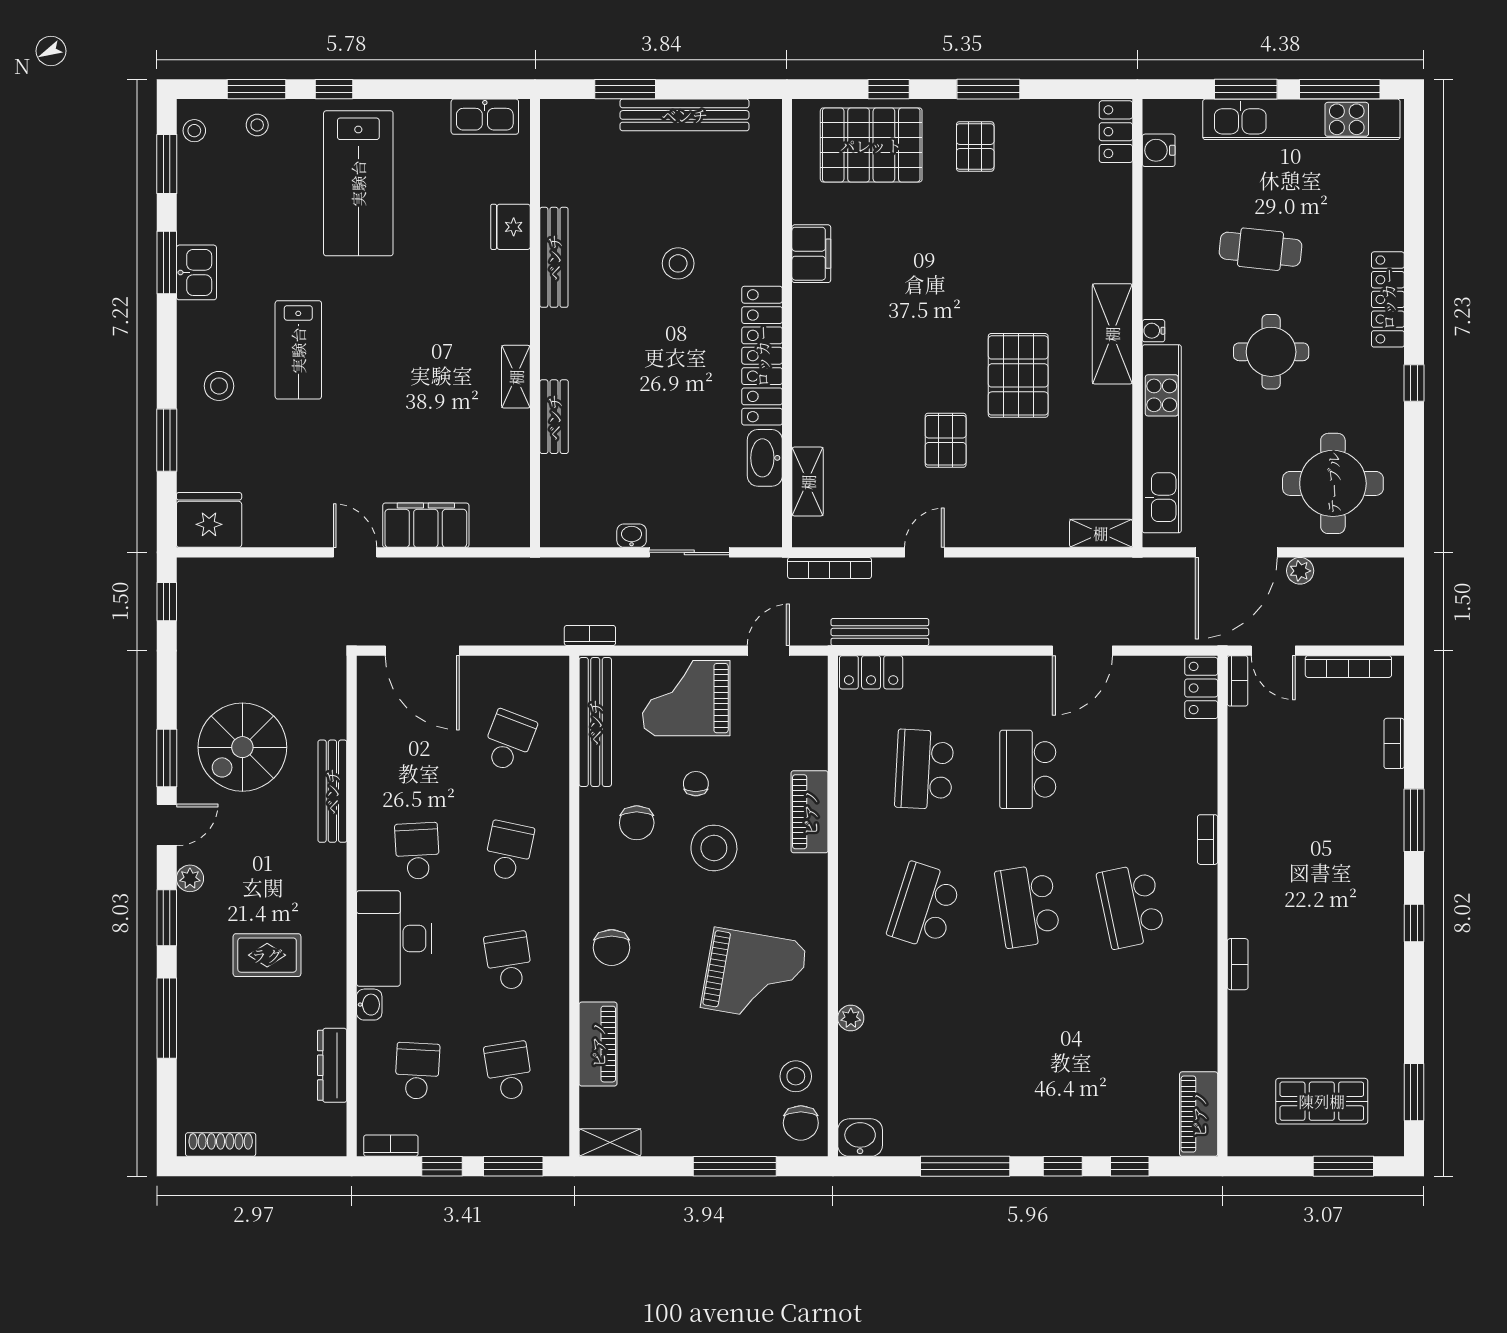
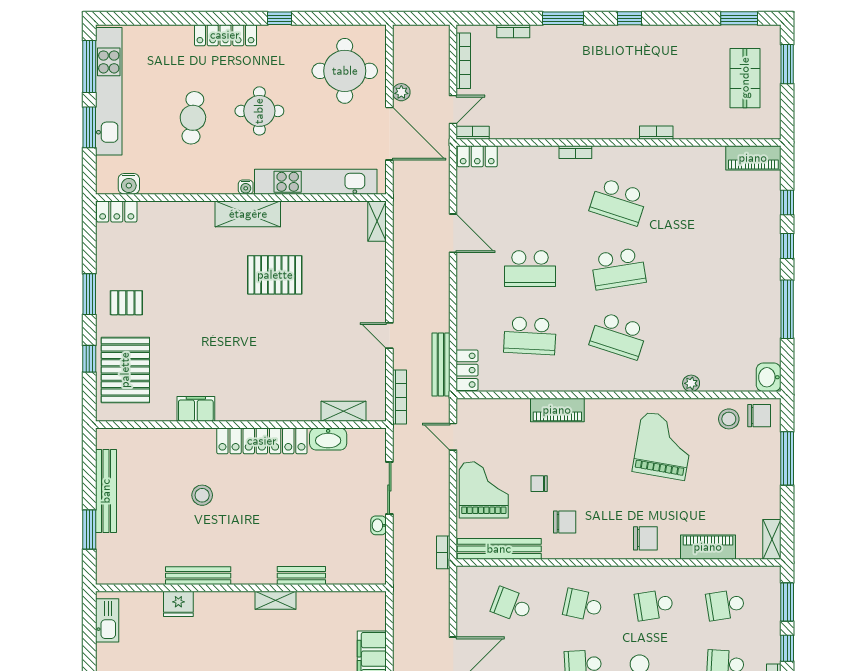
pallet: (946, 440) -> (317, 322), removed
grand piano: (686, 698) -> (484, 490), turned 180
stool: (714, 848) -> (581, 472), removed
school desk: (1131, 906) -> (618, 202), turned 30

